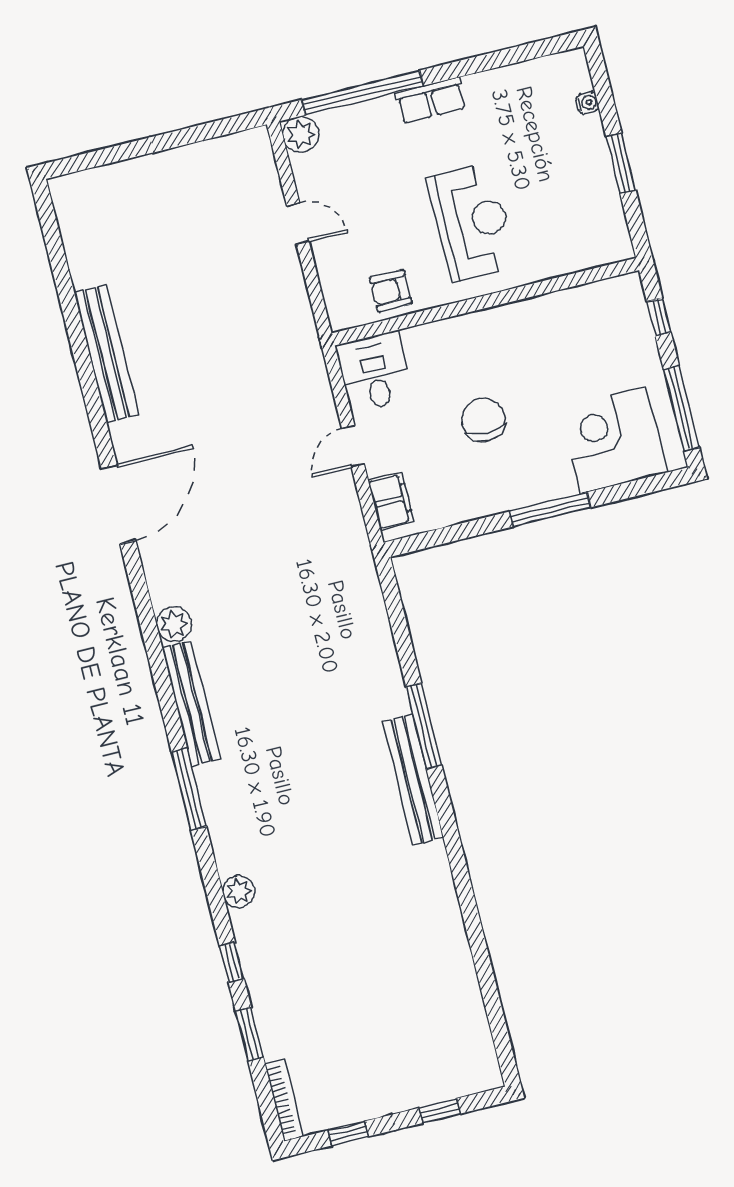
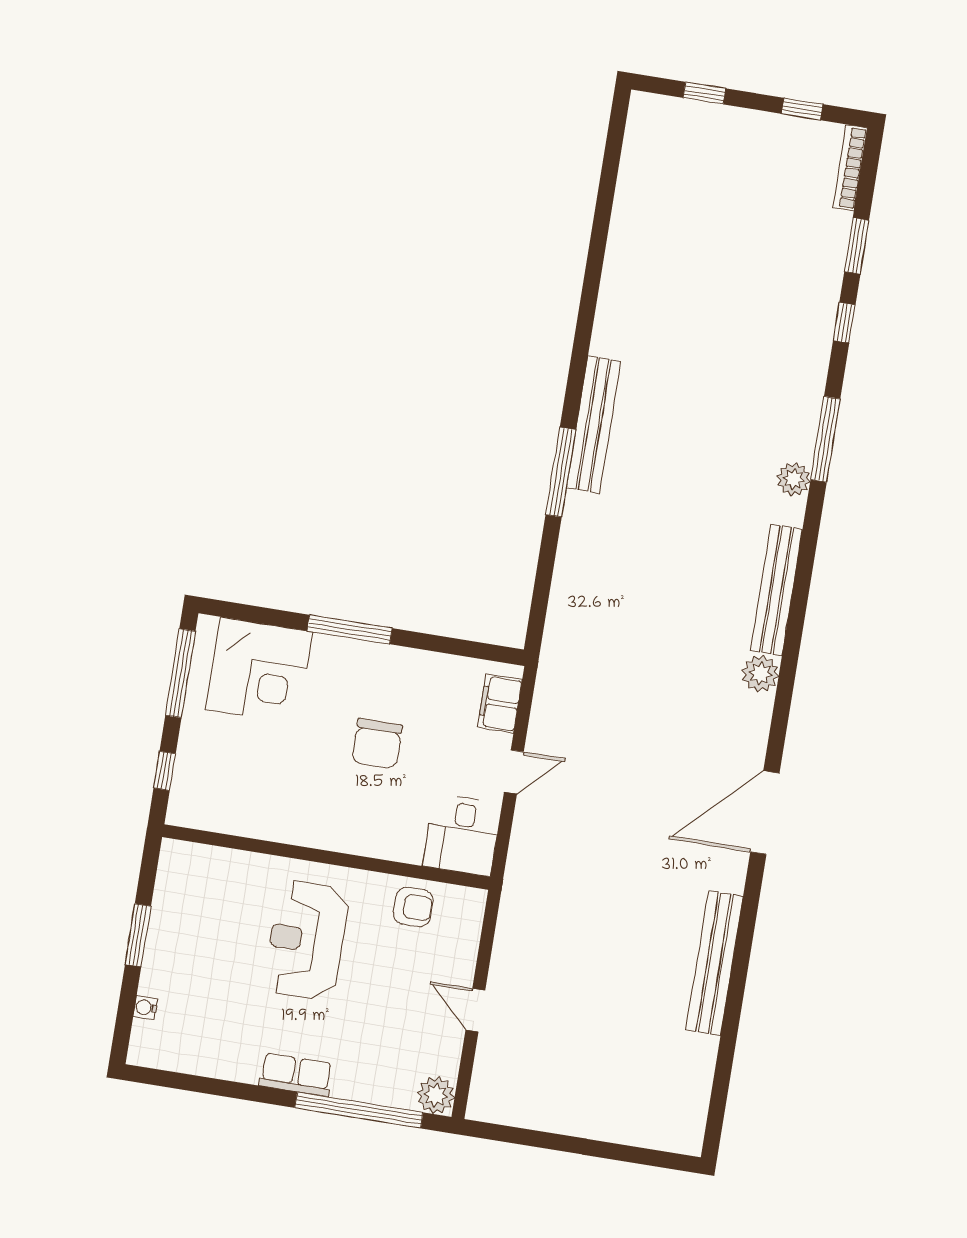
window: (189, 789) -> (825, 439), moved
plant: (239, 891) -> (794, 479), moved

